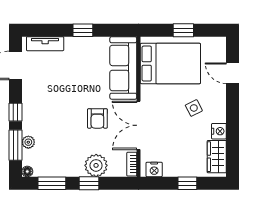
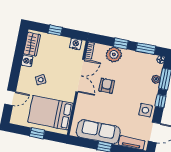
sofa: (123, 68) -> (98, 132), moved, turned -90
door: (233, 73) -> (10, 98), hinge flipped
side table: (35, 94) -> (145, 110), added

